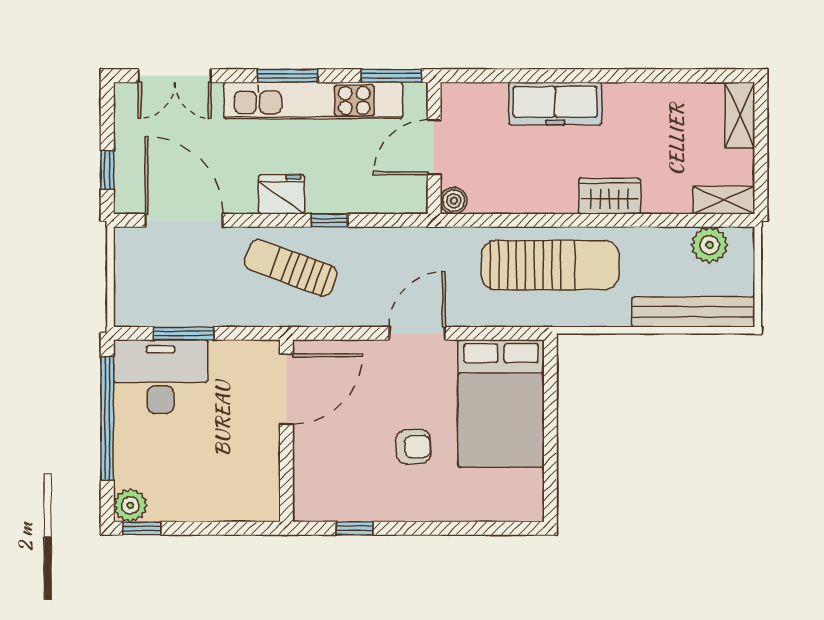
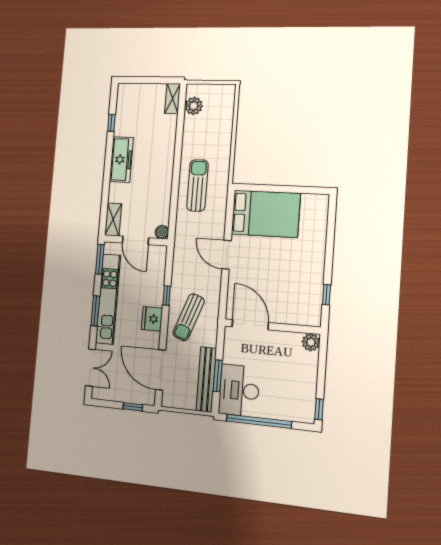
window: (671, 76) -> (111, 123), added
freezer: (555, 104) -> (121, 160), moved
shelving: (740, 115) -> (113, 220), moved, turned 90
wardrobe: (610, 196) -> (166, 155), removed
door: (184, 220) -> (161, 370), hinge flipped
sun lounger: (550, 265) -> (197, 185), width x0.73, depth x0.75
bench: (693, 312) -> (206, 379), moved
armchair: (413, 447) -> (285, 260), removed
plant: (130, 505) -> (311, 342), moved

